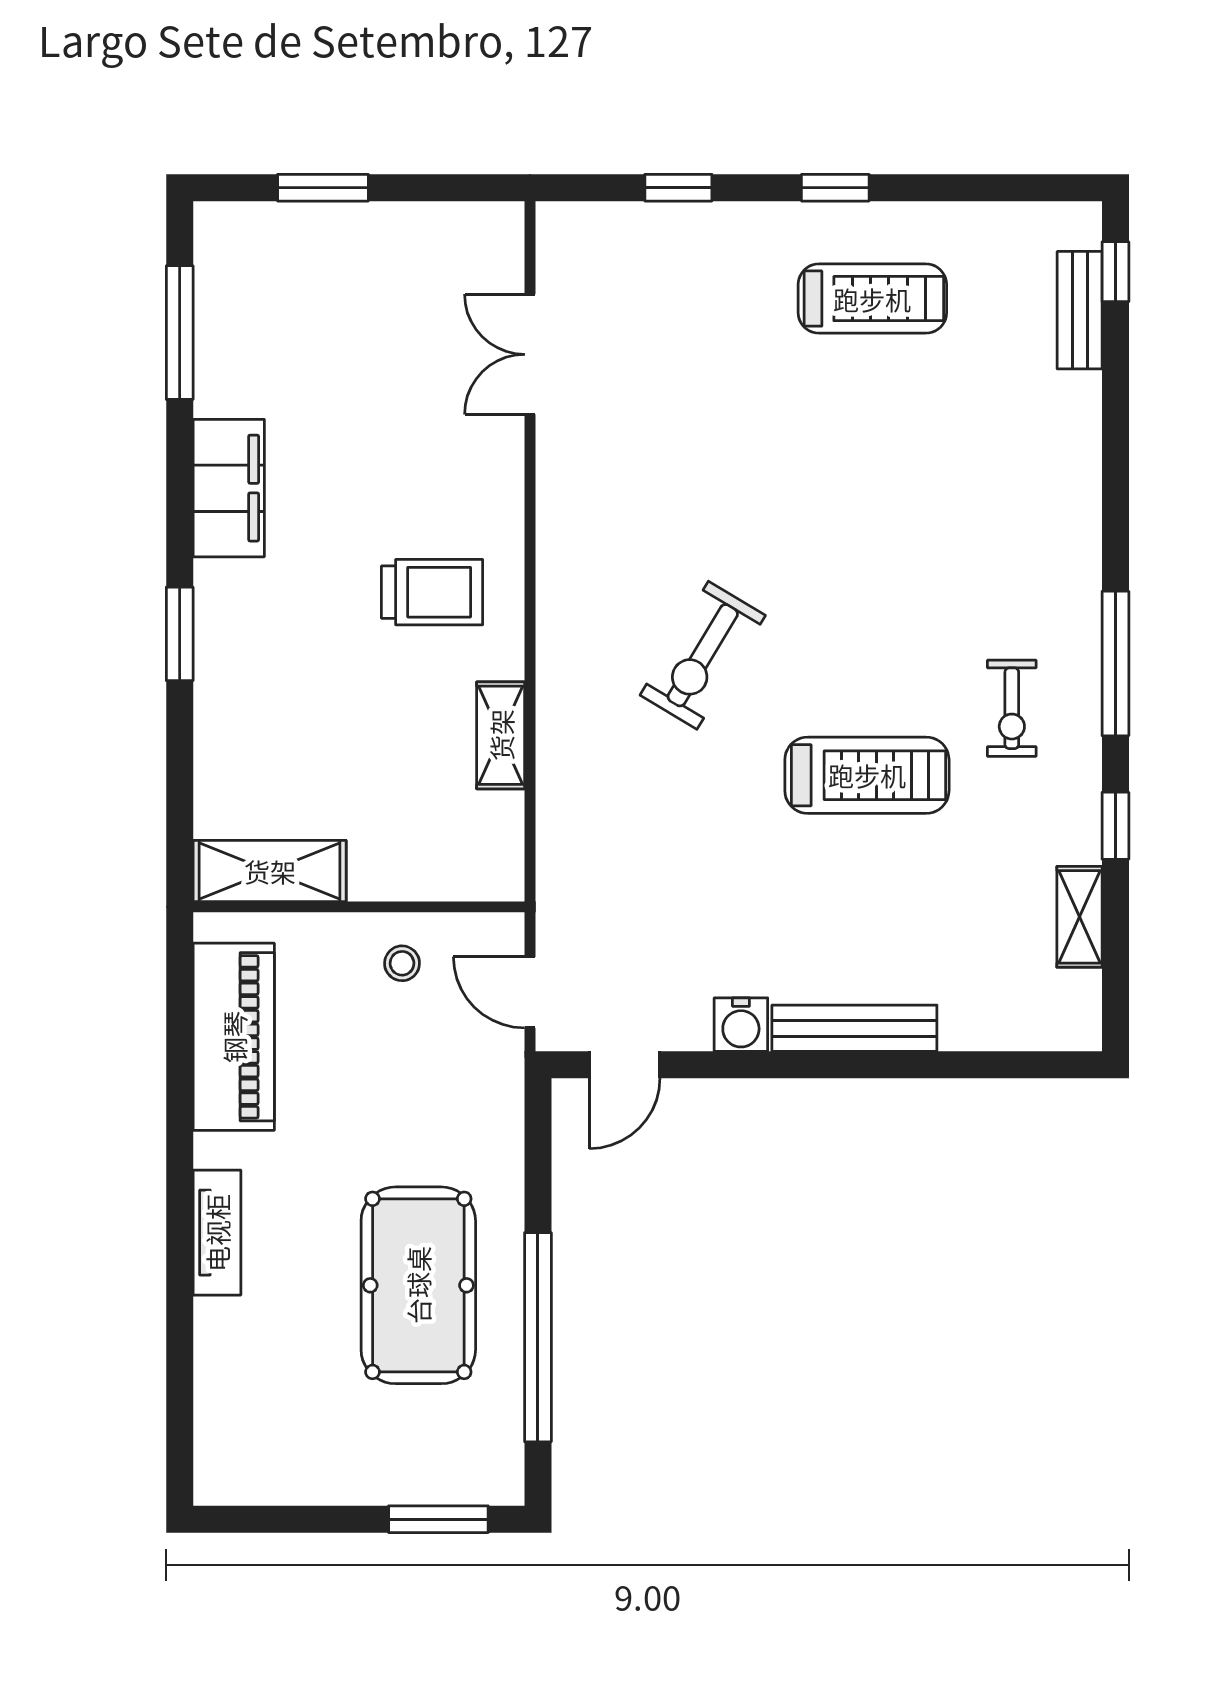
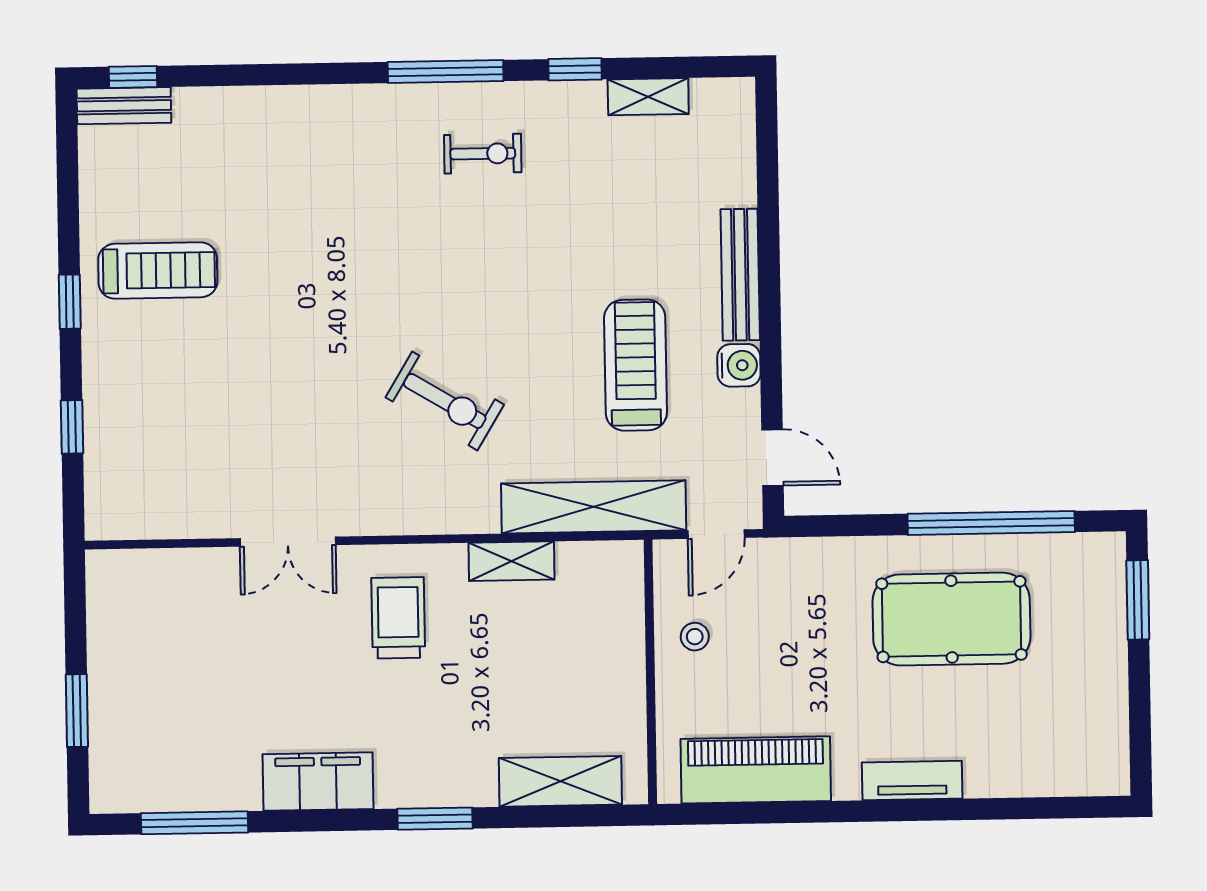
treadmill: (872, 299) -> (158, 271), turned 90
bench: (1080, 310) -> (124, 106), moved
double door: (530, 354) -> (288, 542), moved
treadmill: (867, 775) -> (636, 365), moved
shelving: (567, 839) -> (594, 507), added
shelving: (270, 871) -> (560, 781), moved, turned 90

